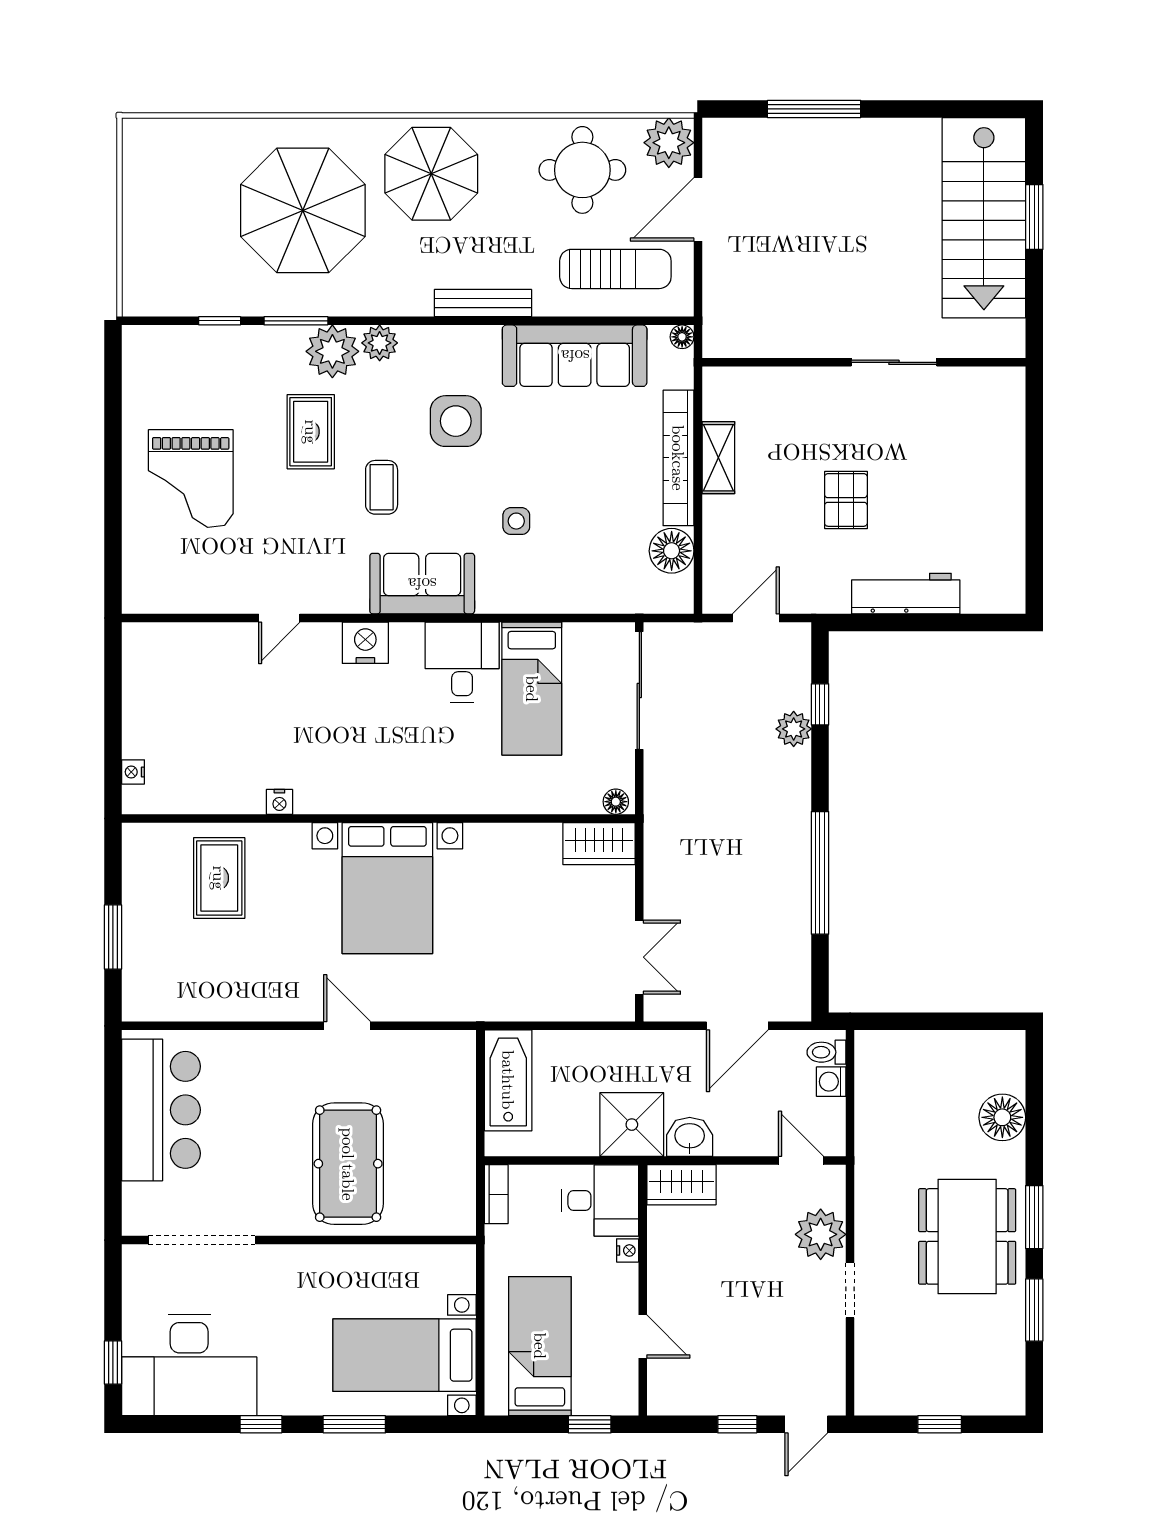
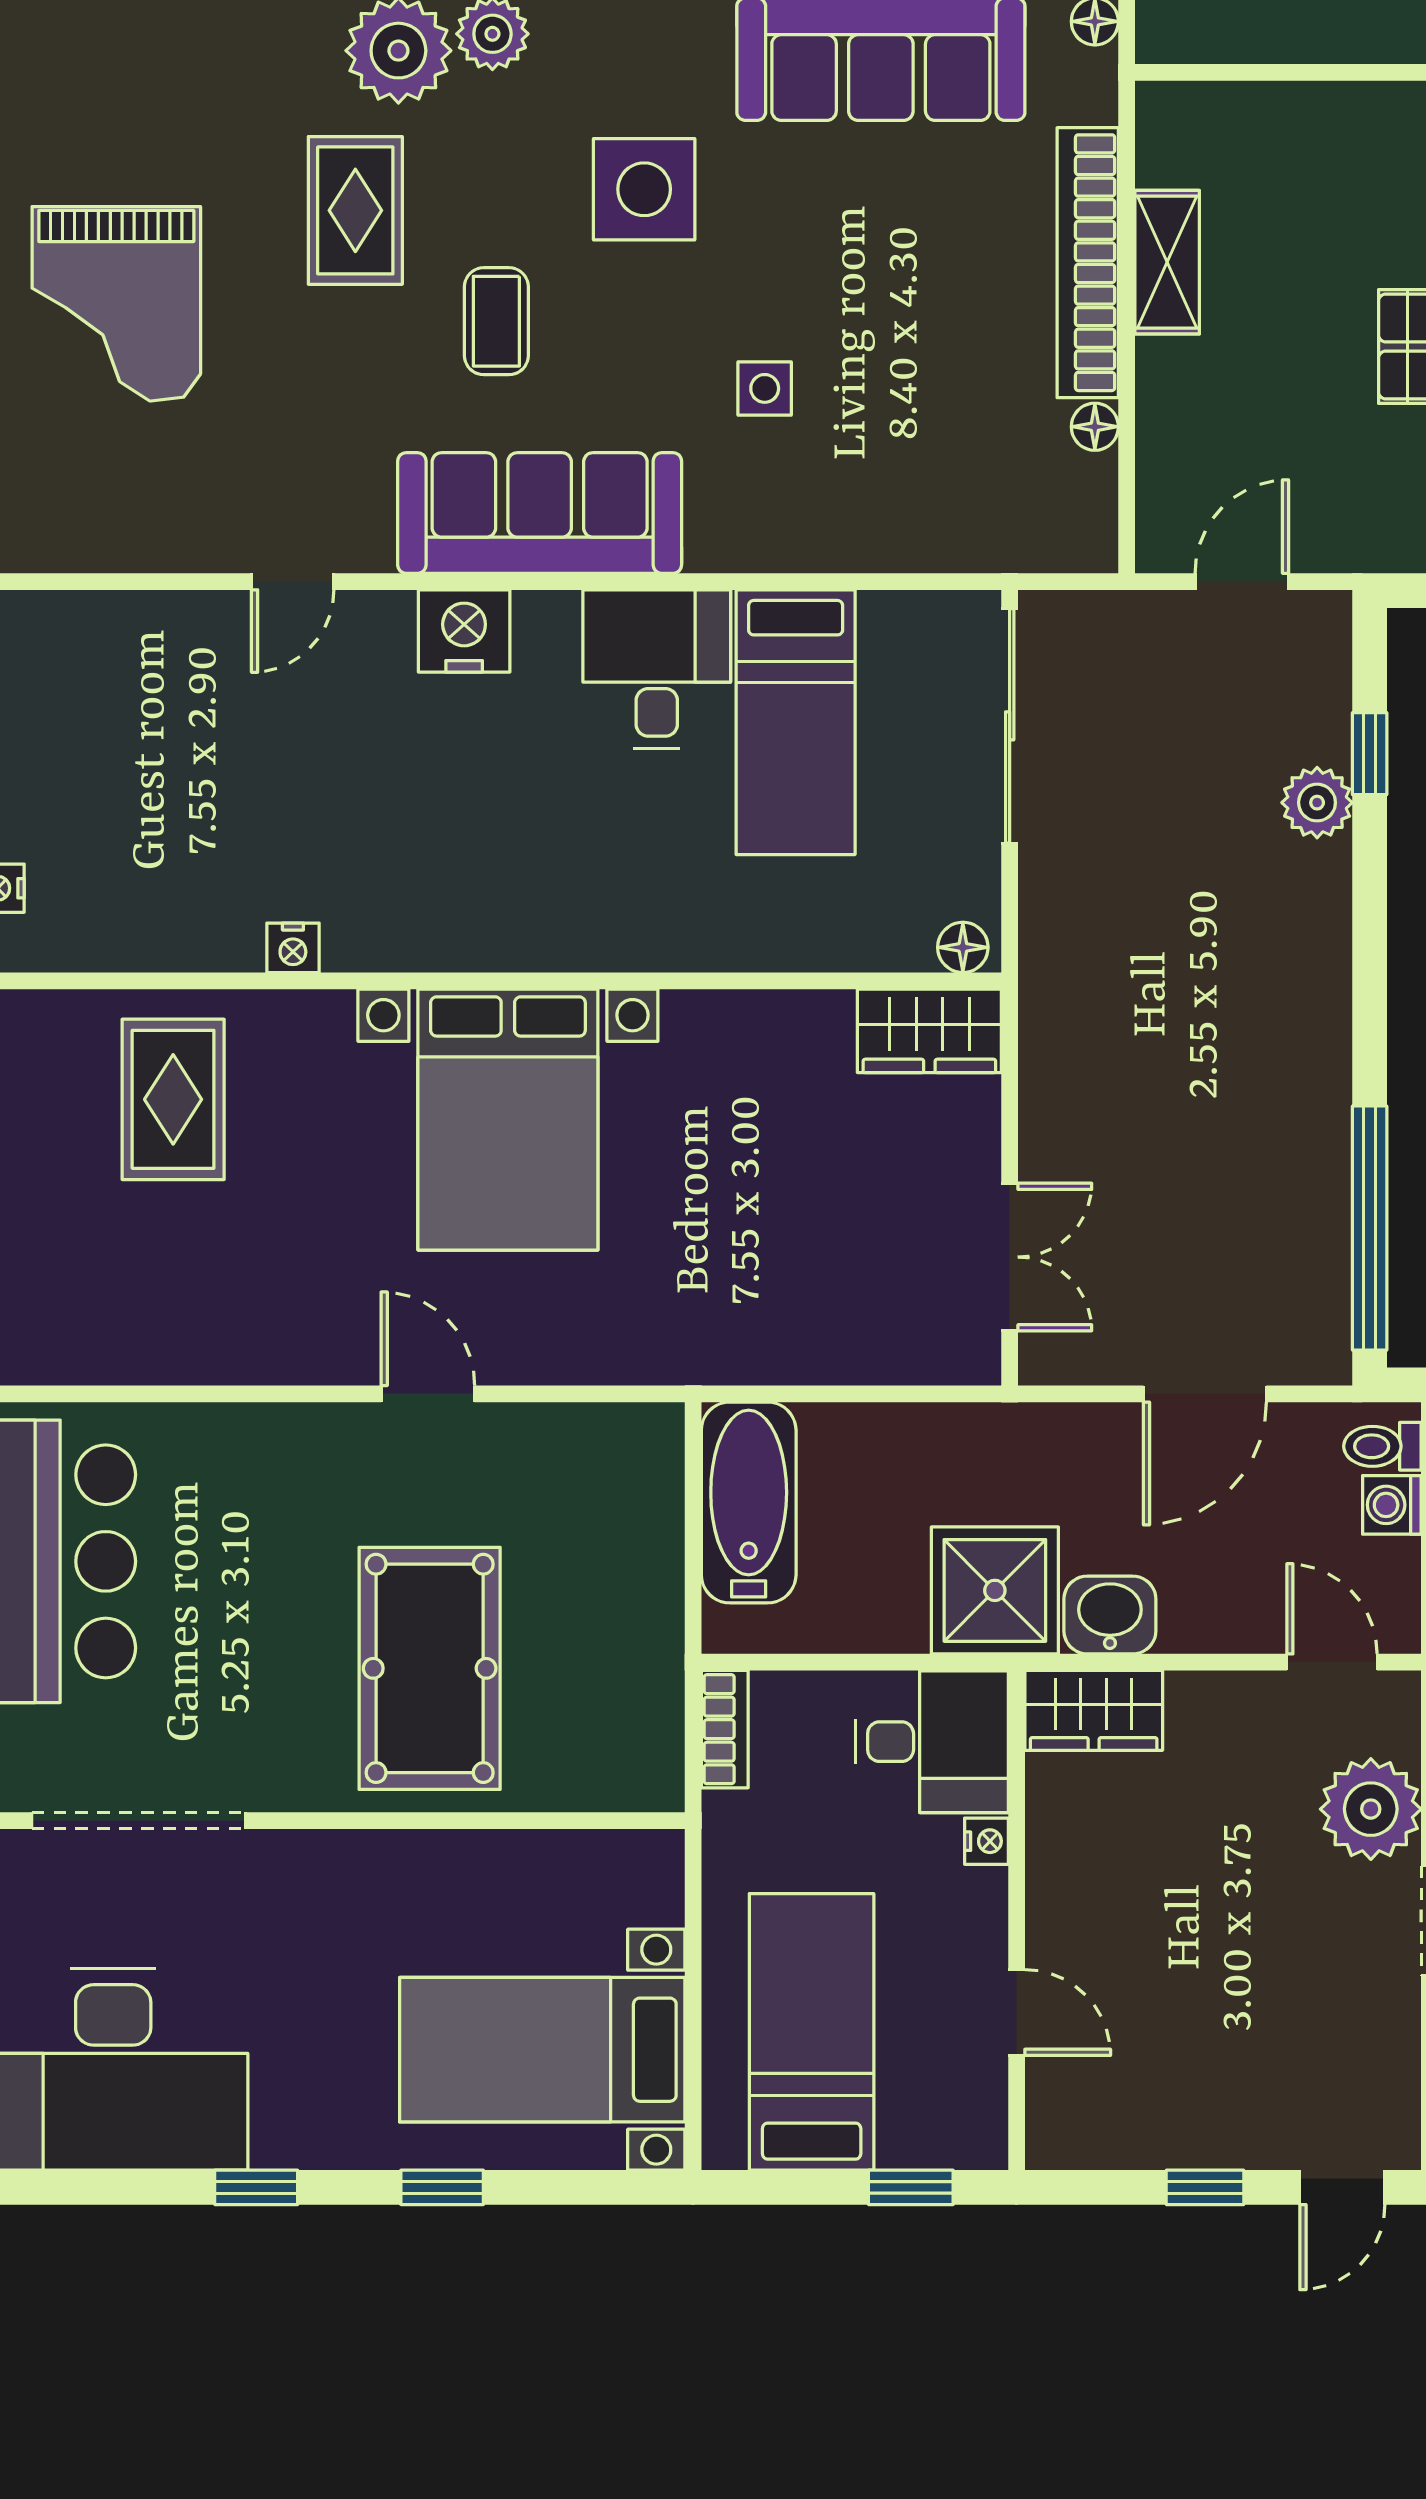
floor lamp: (672, 551) -> (1095, 427), width x0.53, depth x0.53
sofa: (422, 584) -> (540, 513), width x1.36
window: (820, 873) -> (1370, 1228), moved
window: (354, 1424) -> (442, 2187), width x0.67

